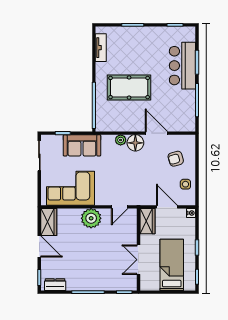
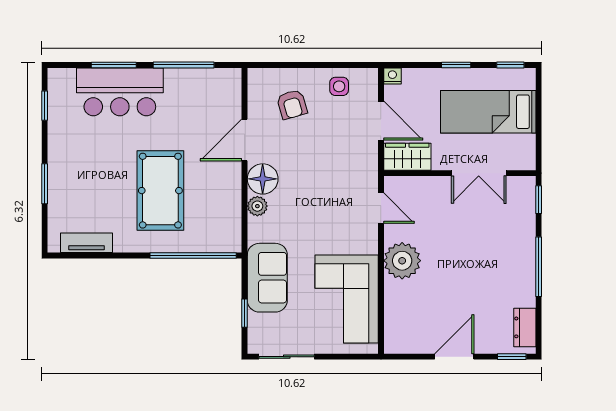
door: (167, 207) -> (381, 121), swing flipped
wardrobe: (49, 222) -> (409, 339), removed

